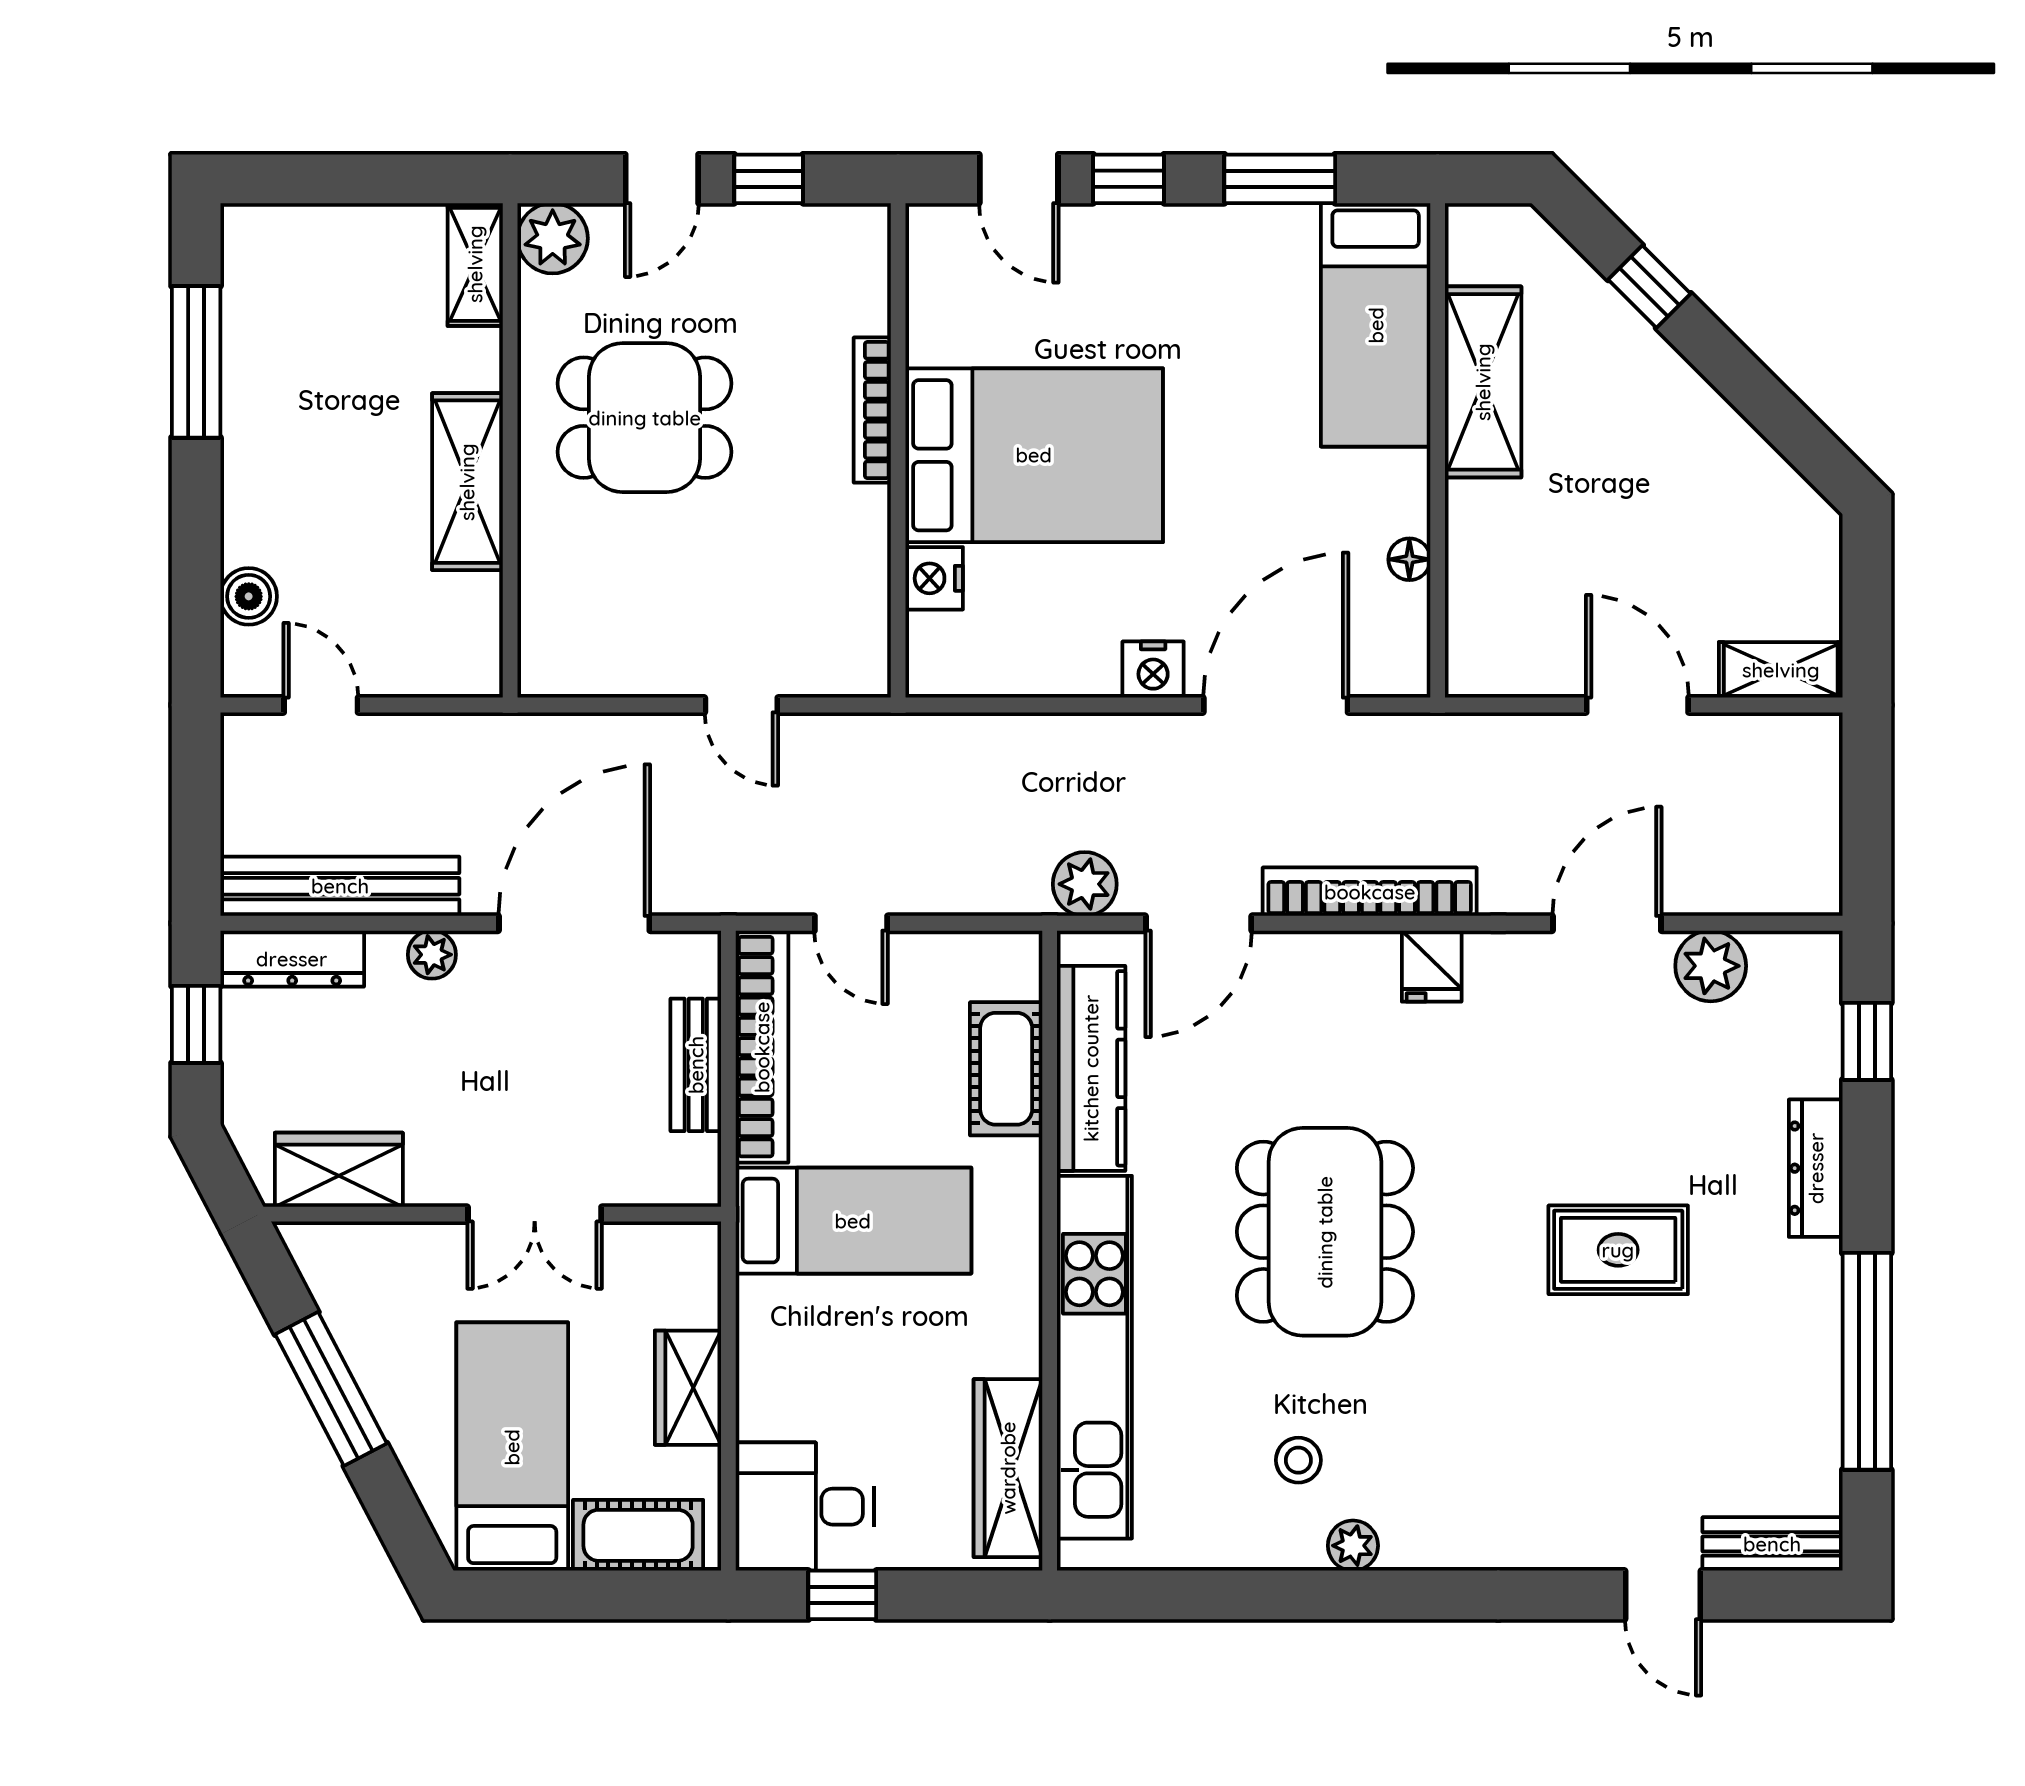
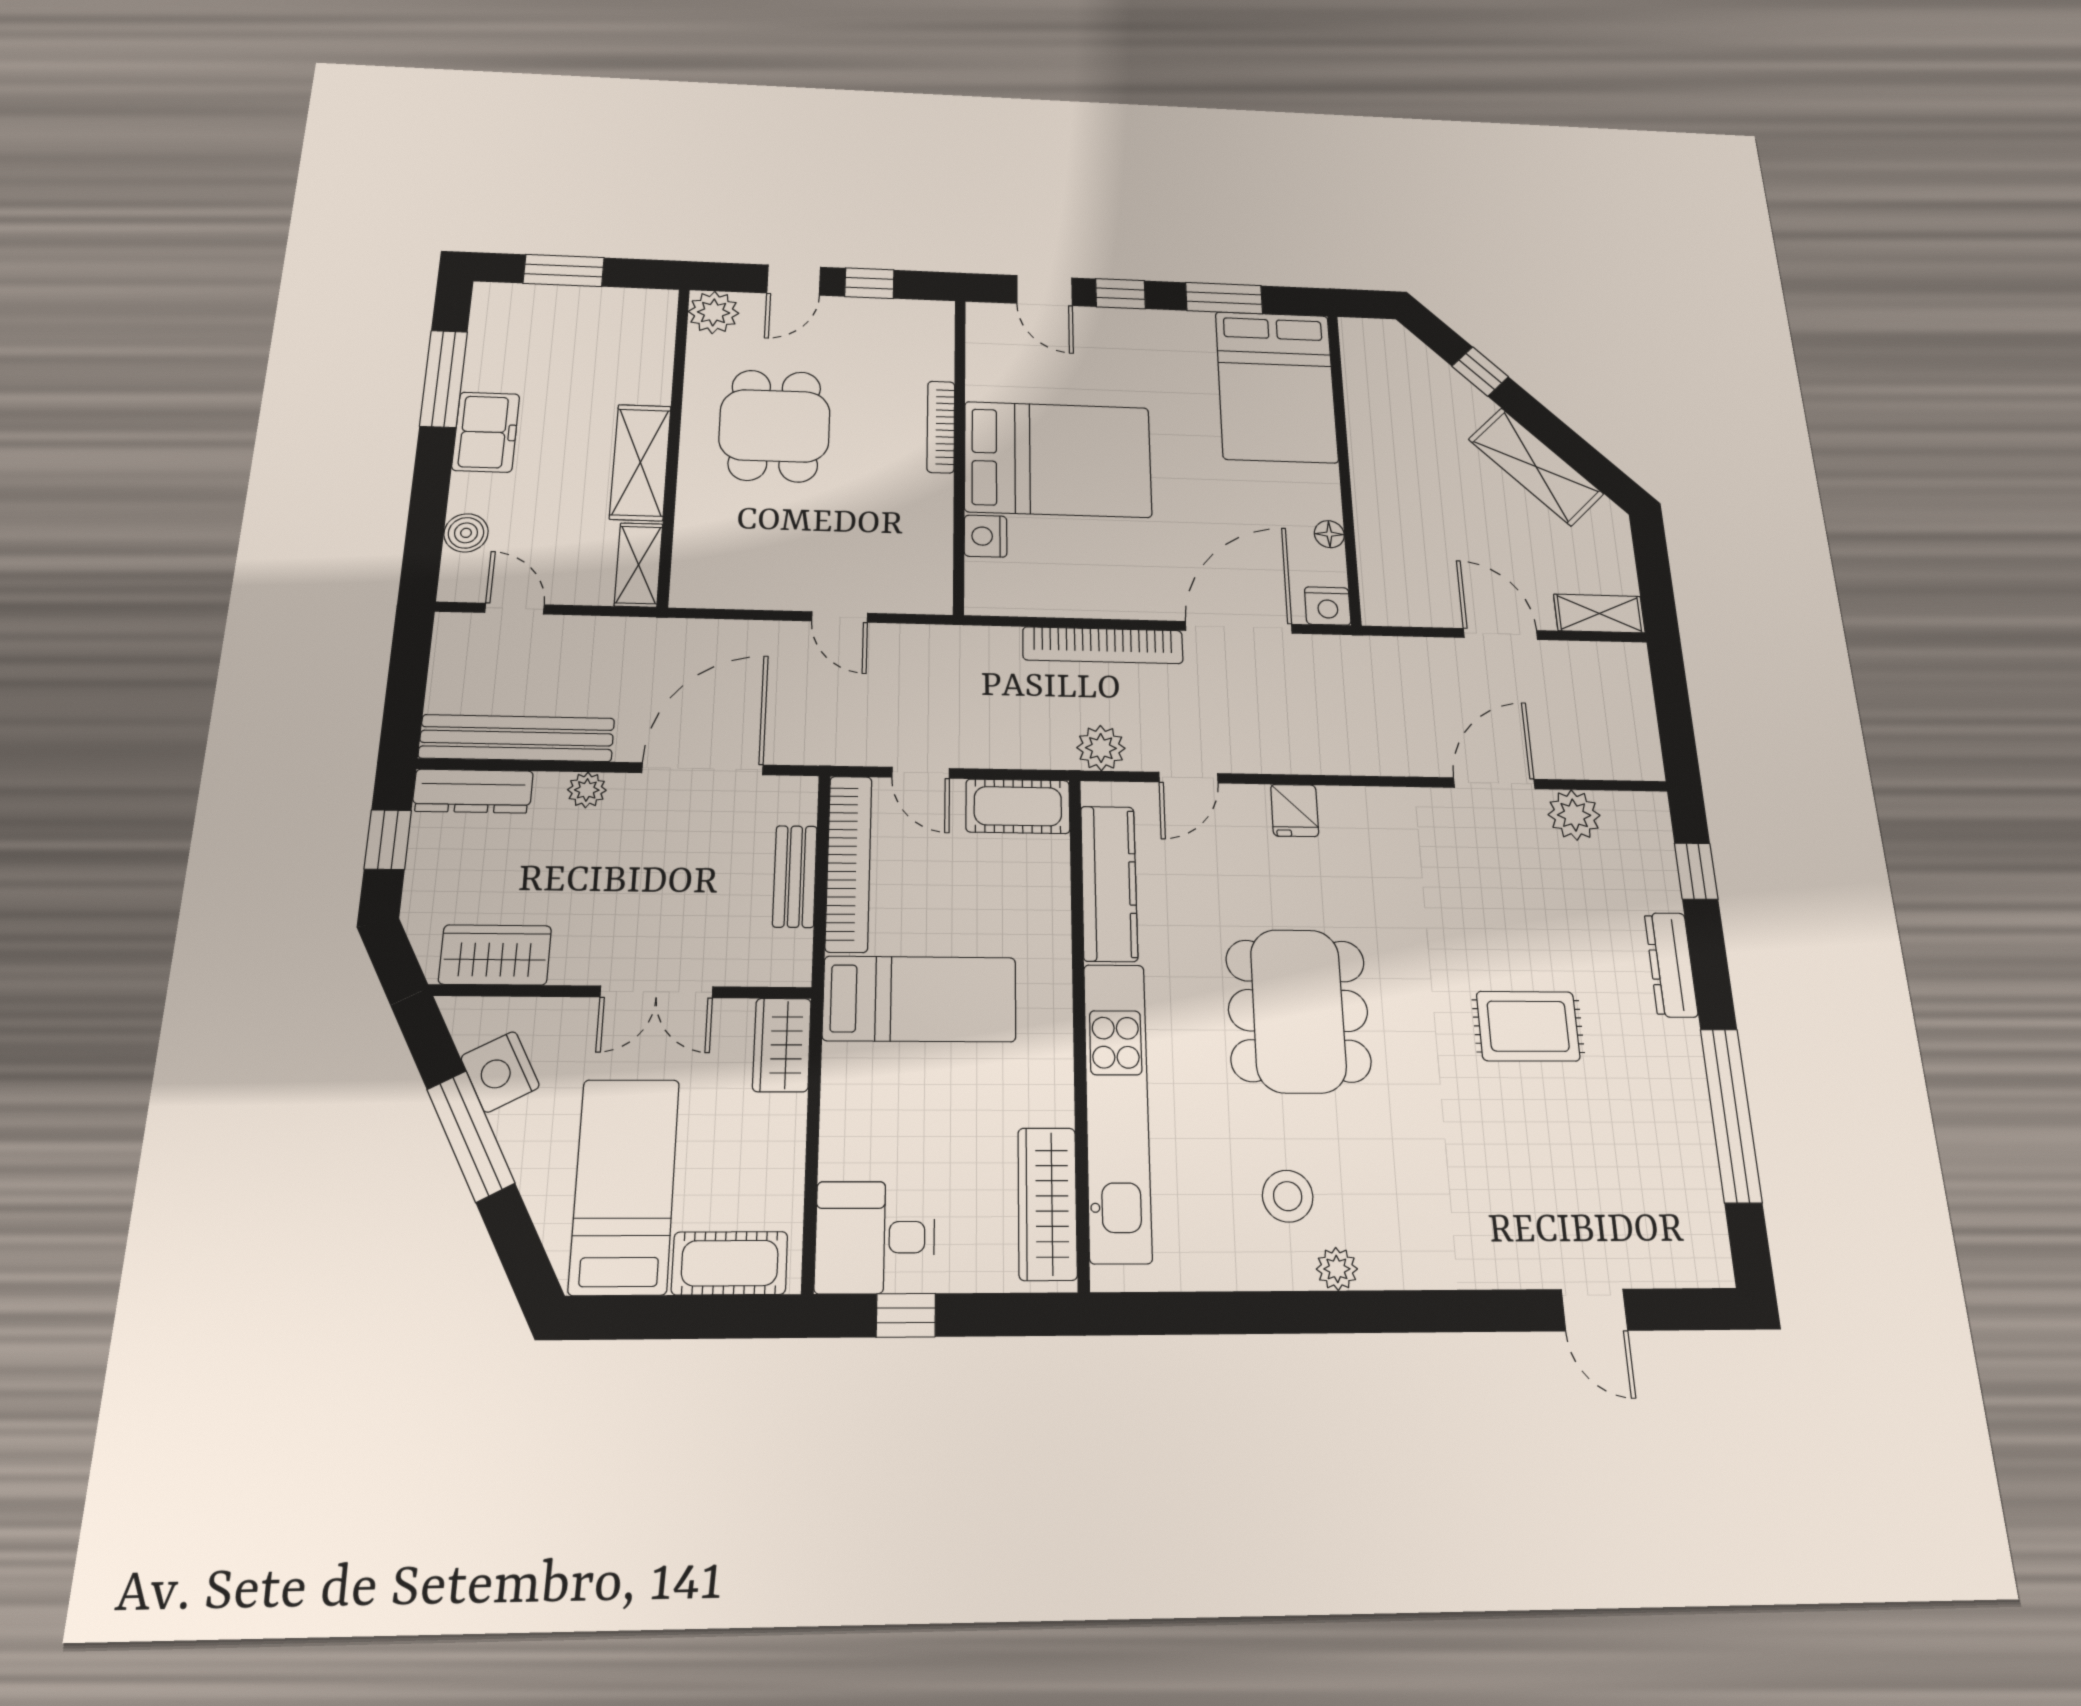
window: (342, 179) -> (564, 270), added
shelving: (475, 264) -> (639, 565), moved
bed: (1376, 325) -> (1276, 387), width x1.50
shelving: (1483, 382) -> (1536, 467), moved, turned -45
dining table: (645, 418) -> (775, 426), turned 90
freezer: (260, 443) -> (486, 432), added
nightstand: (1153, 670) -> (1328, 606), moved
bookcase: (1370, 892) -> (1103, 645), moved, turned 180
door: (1199, 923) -> (1188, 778), width x0.73
fridge: (1432, 966) -> (1295, 810), moved
cot: (1006, 1069) -> (1018, 806), moved, turned 90
nightstand: (358, 1313) -> (500, 1072), added
wardrobe: (688, 1388) -> (782, 1045), moved
stool: (1298, 1460) -> (1288, 1196), width x1.37, depth x1.37
bench: (1772, 1544) -> (1677, 1266), removed

